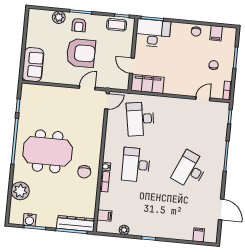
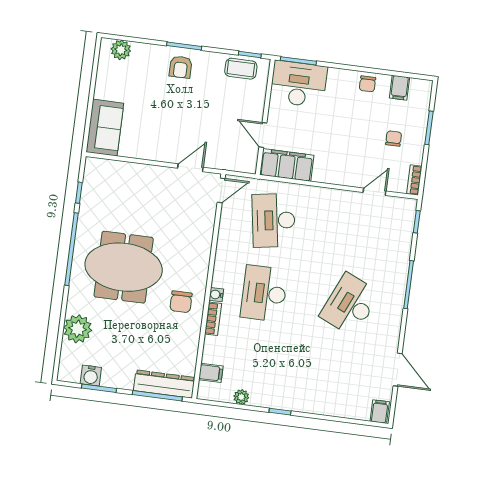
plant: (59, 17) -> (121, 50), moved
armchair: (81, 53) -> (182, 112), removed
filing cabinet: (199, 235) -> (380, 412), moved

